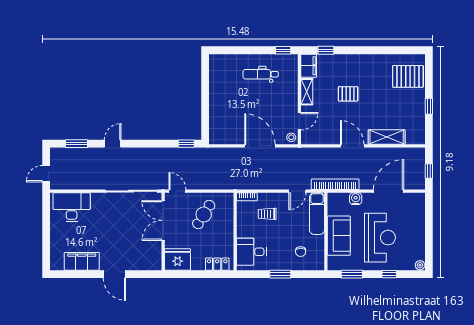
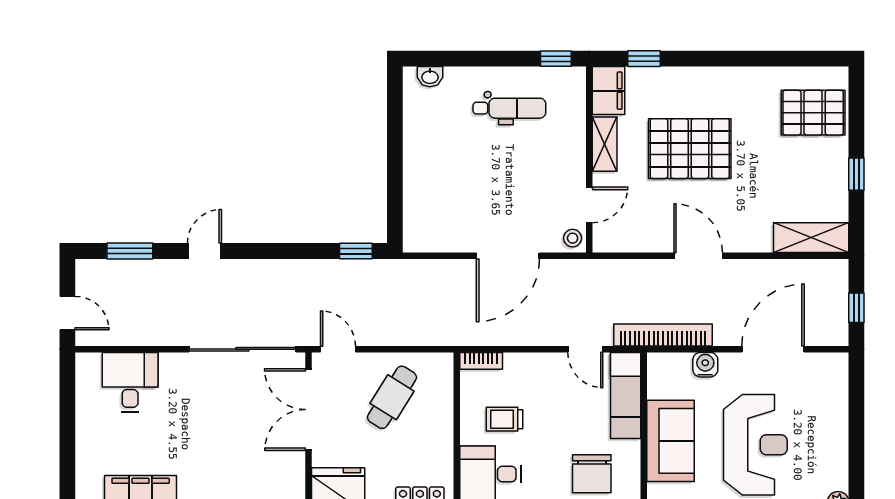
washbasin: (222, 59) -> (430, 77), added
dental chair: (261, 74) -> (509, 108), turned 180
pallet: (348, 94) -> (690, 149), width x2.05, depth x2.00
shelving: (387, 137) -> (811, 238), moved
door: (260, 146) -> (508, 256), swing flipped
door: (46, 174) -> (67, 313), swing flipped
door: (297, 191) -> (585, 349), hinge flipped
desk: (72, 207) -> (130, 382), width x0.73
trolley: (267, 214) -> (505, 419), moved
chair: (301, 252) -> (592, 474), width x1.87, depth x1.87

